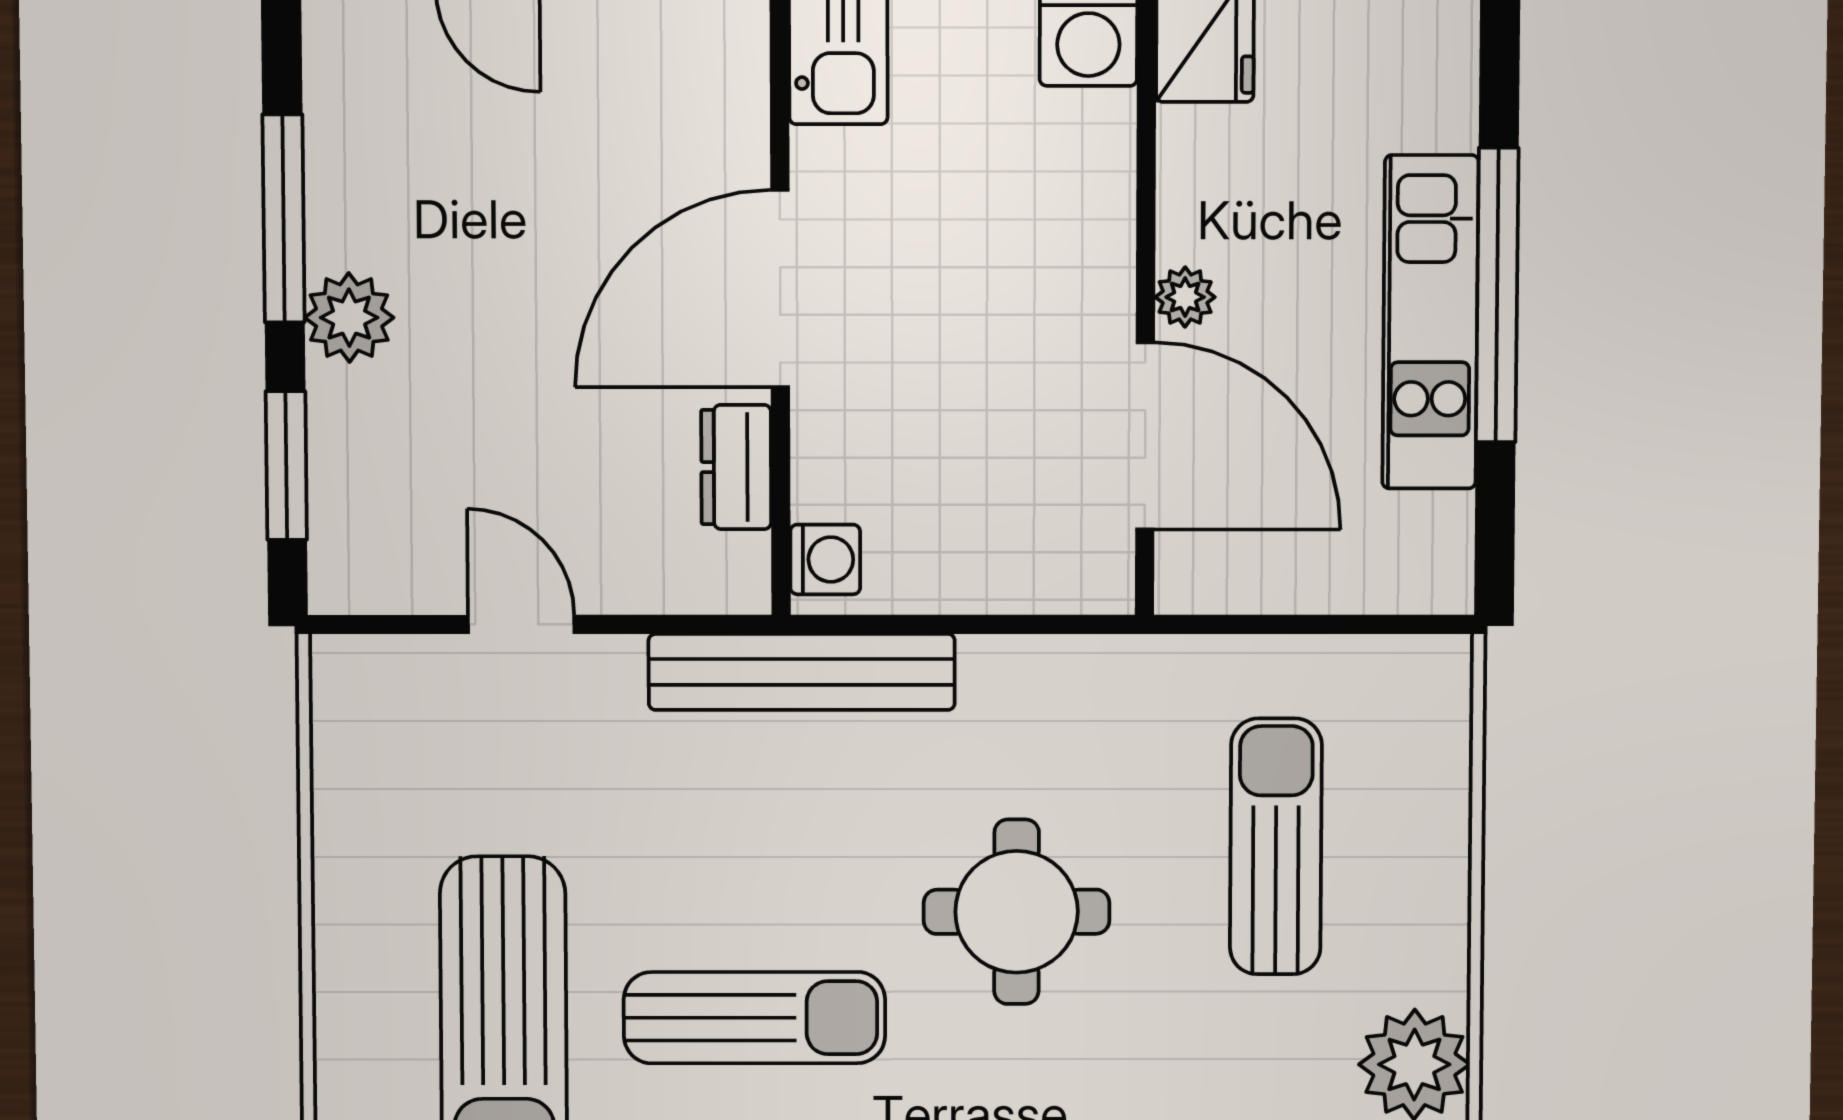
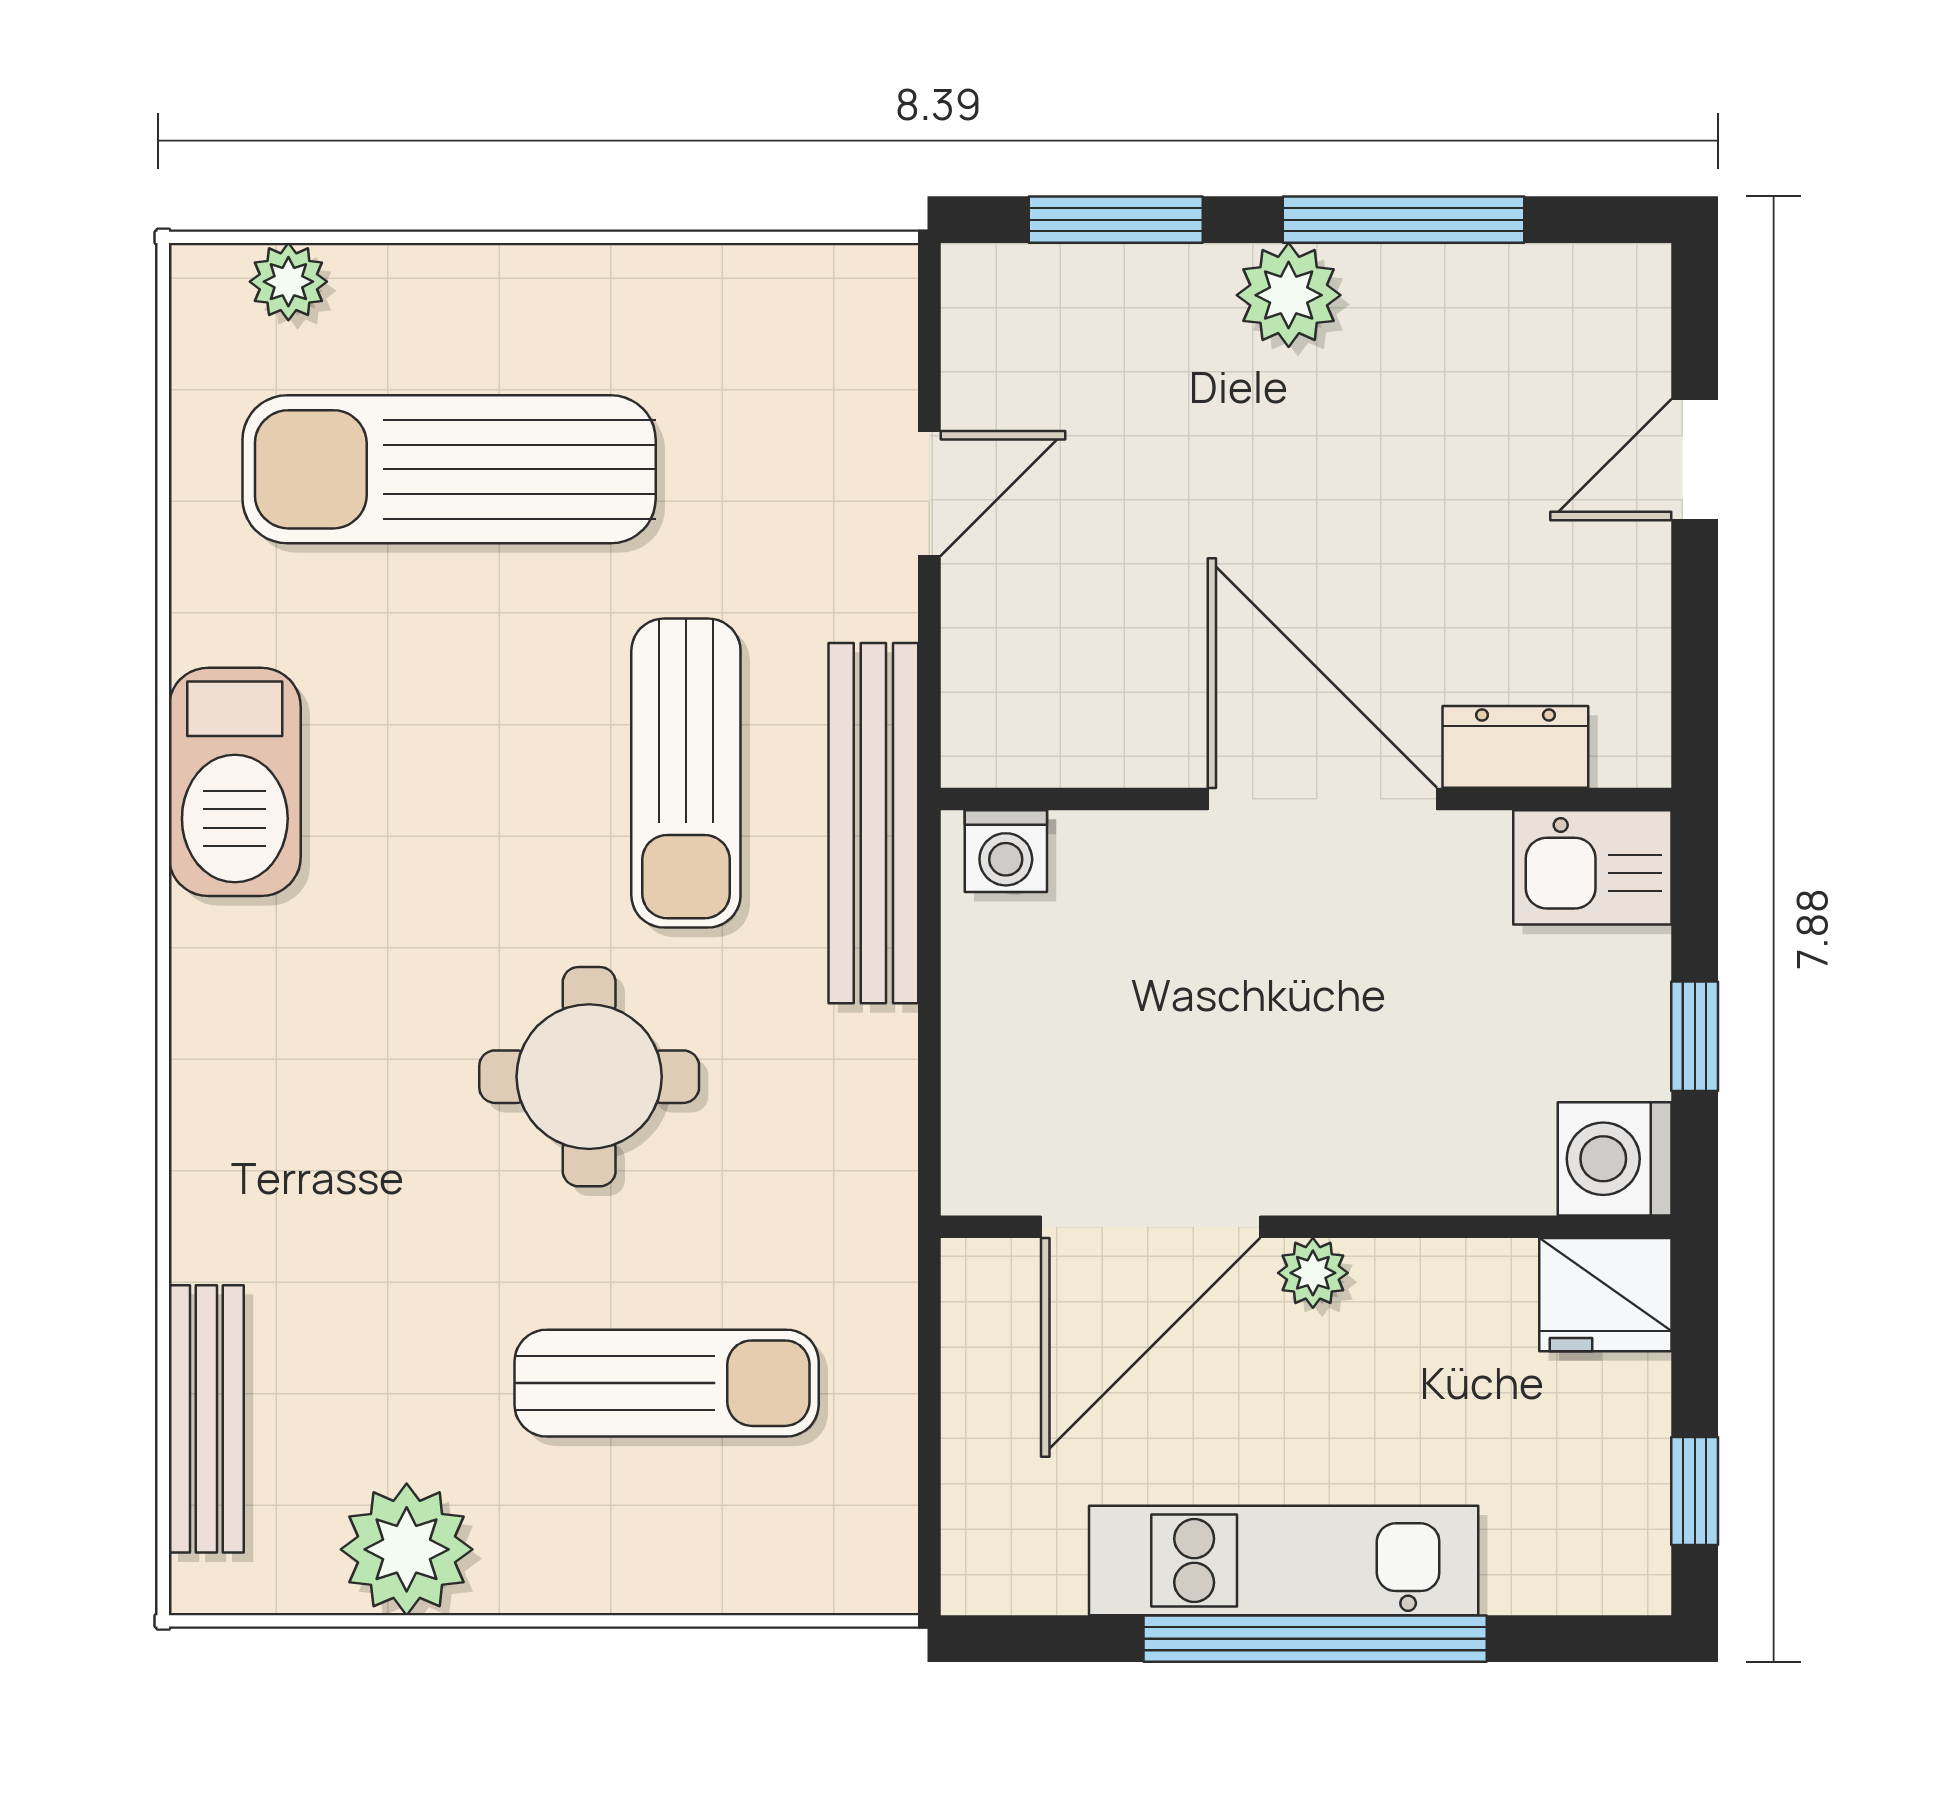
dresser: (736, 467) -> (1515, 747), moved
sun lounger: (754, 1018) -> (686, 773), moved

